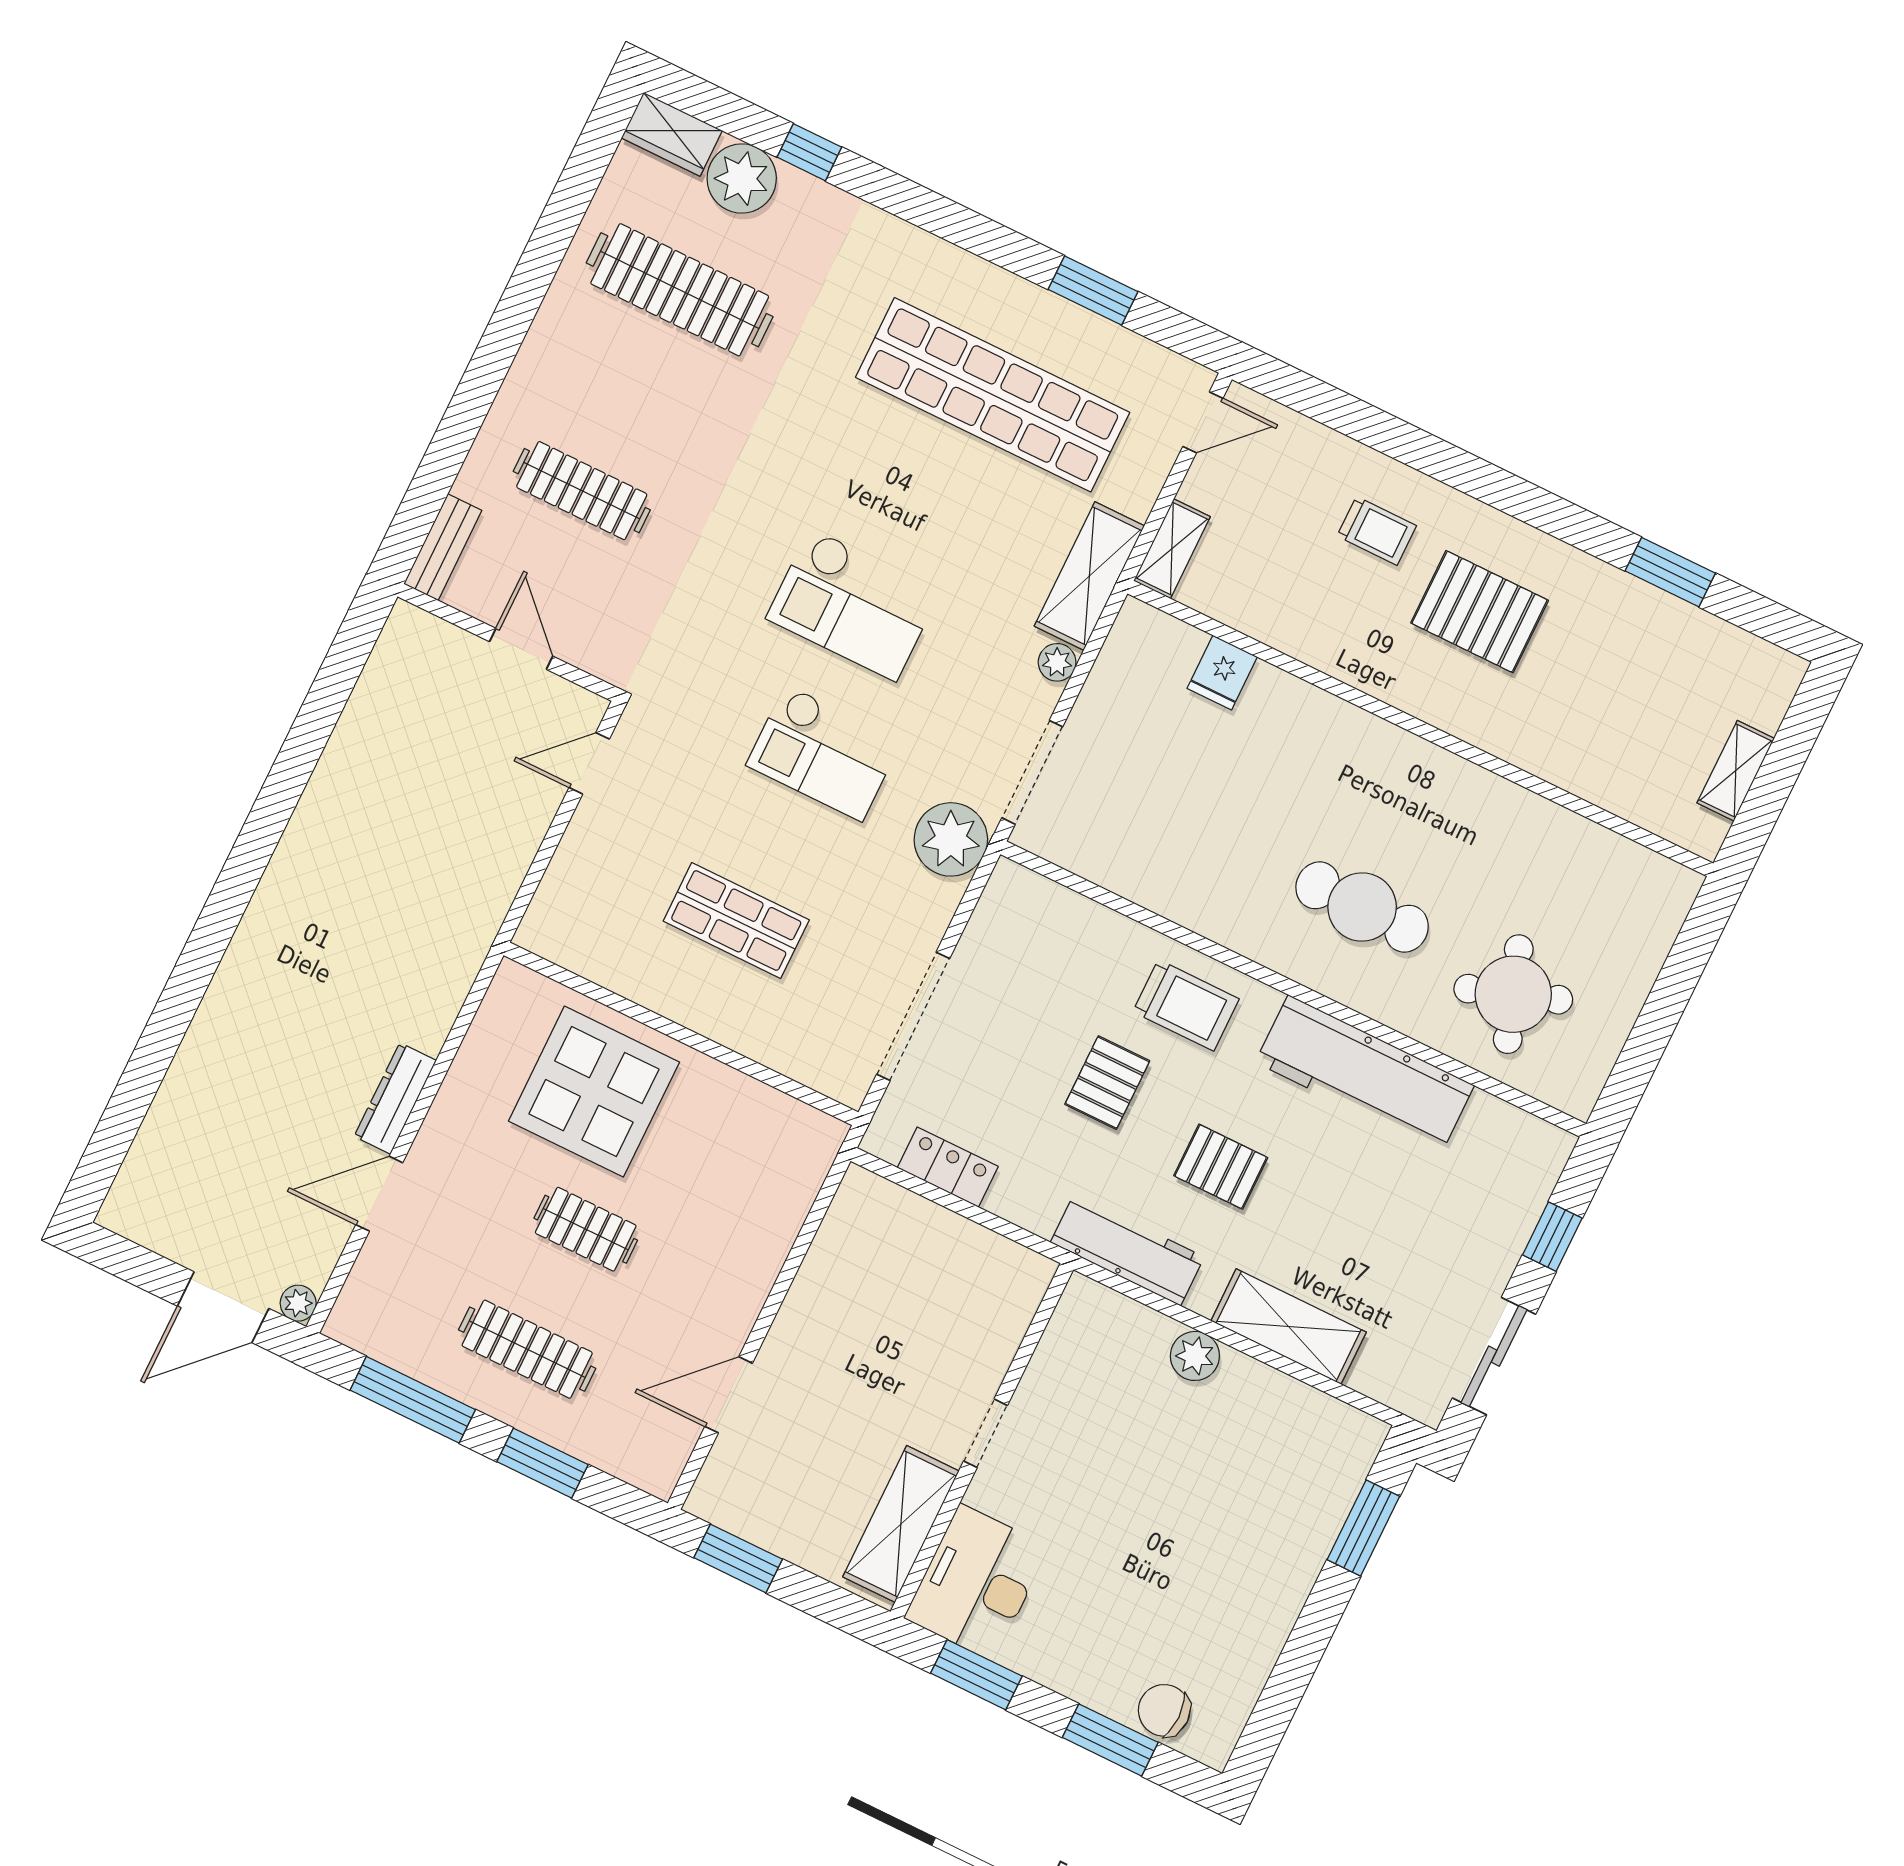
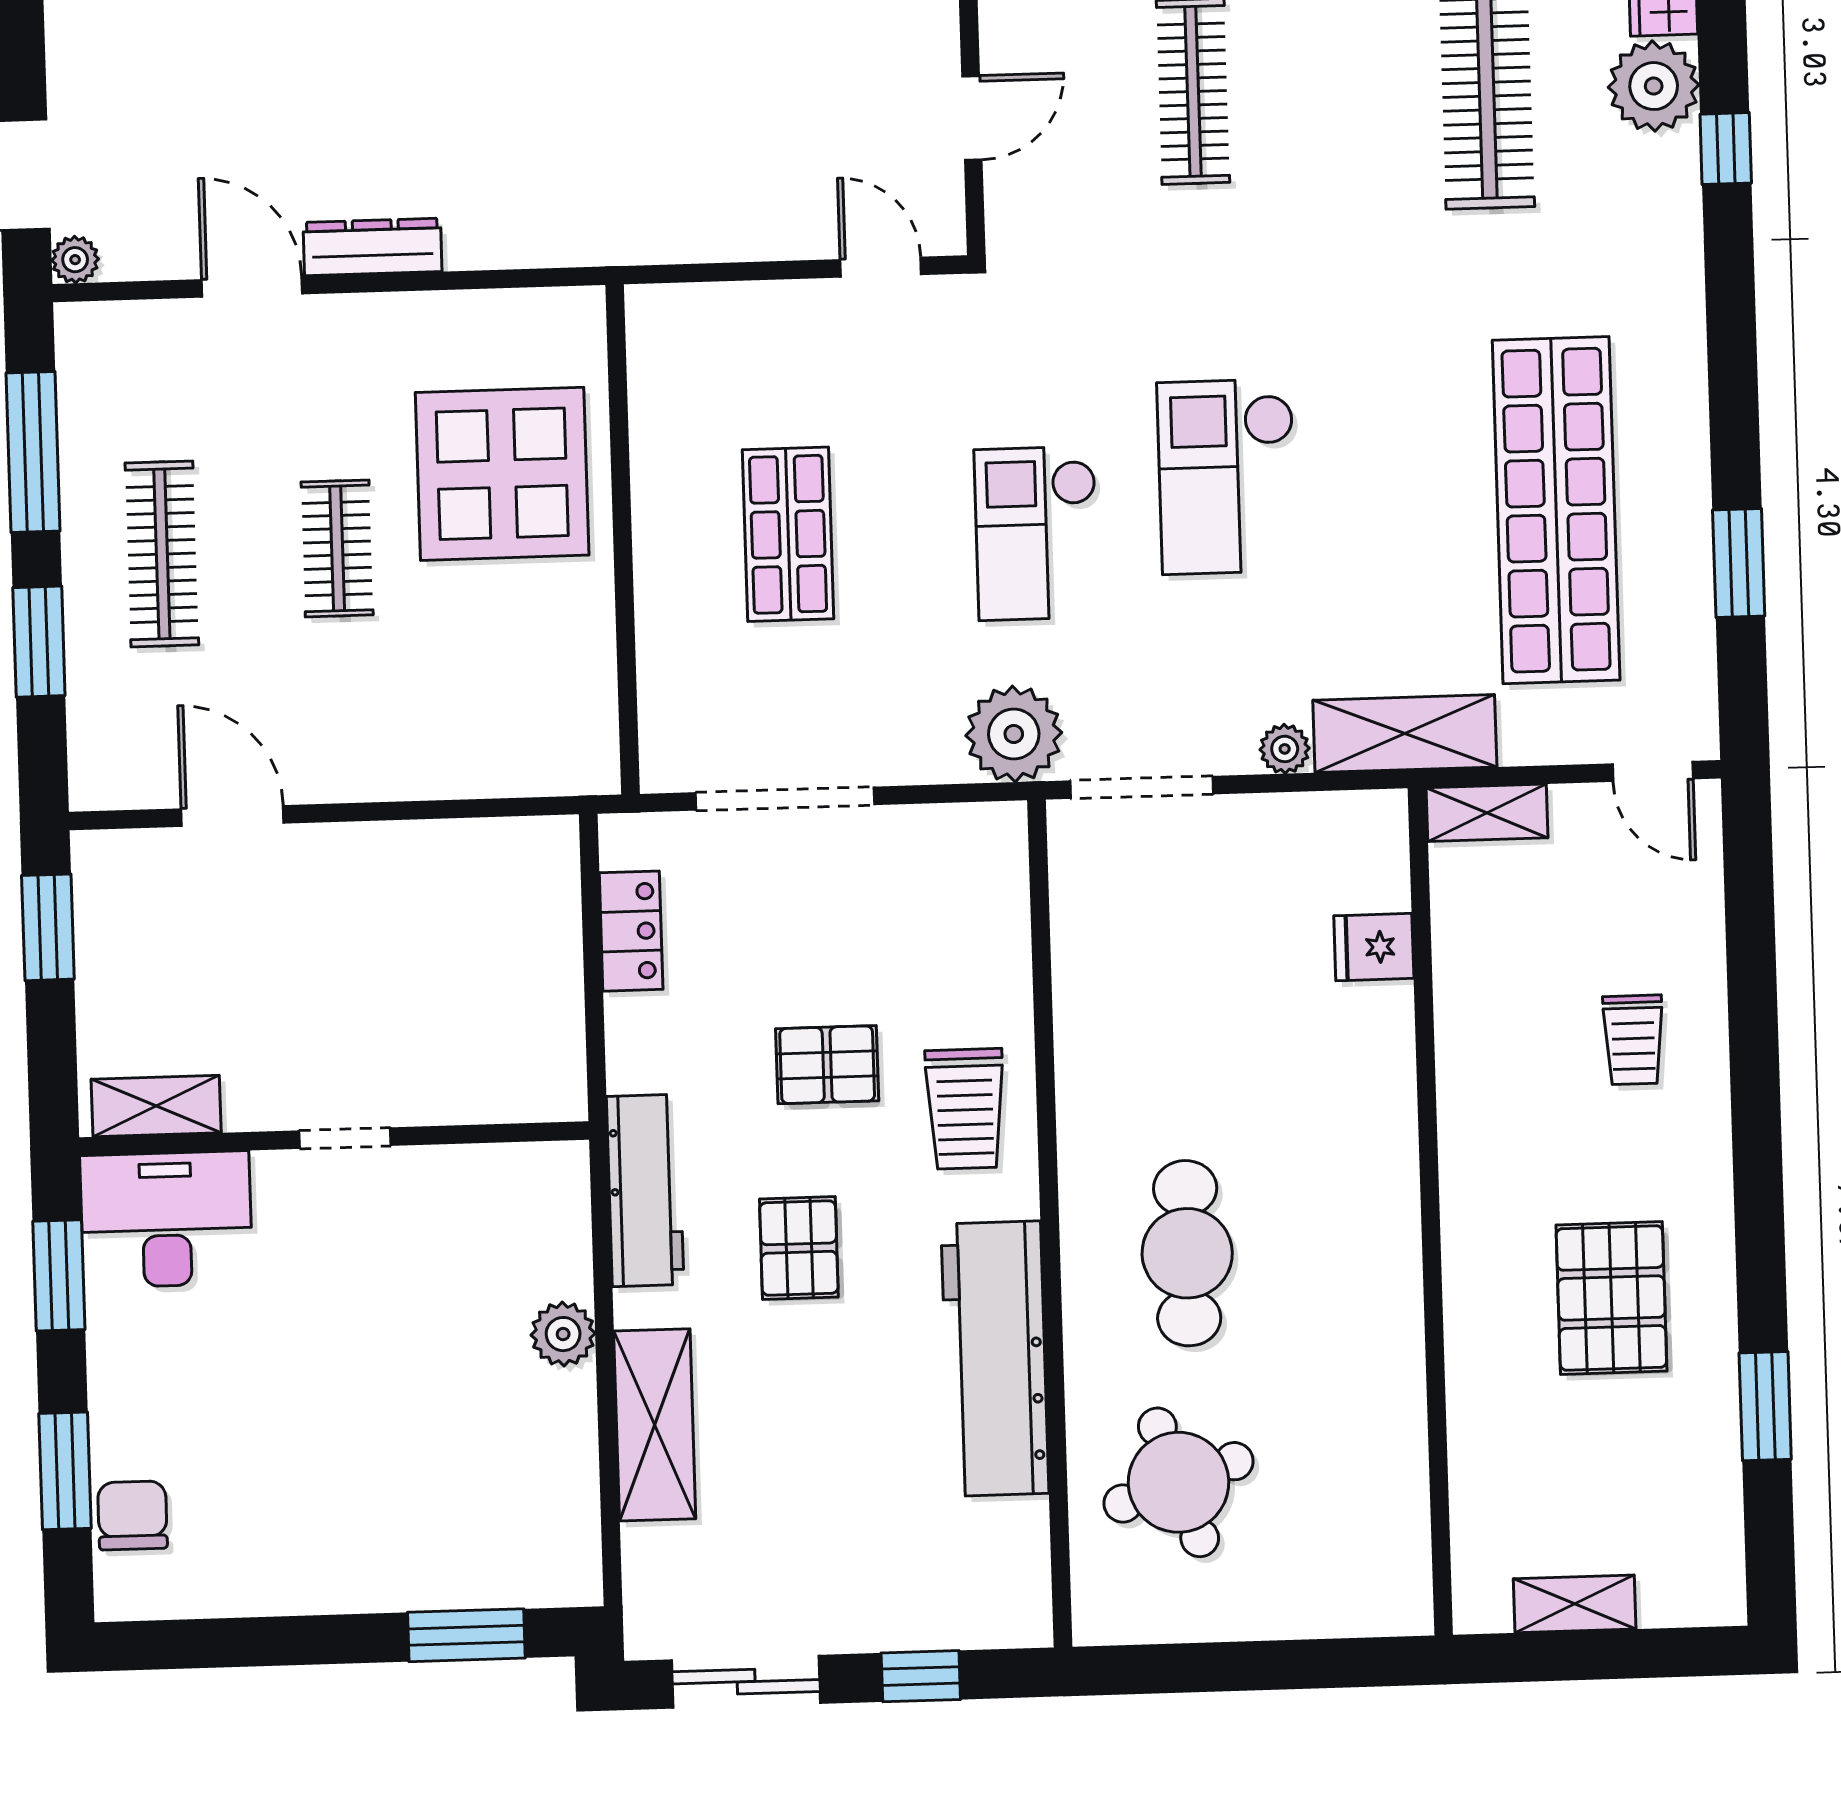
pallet: (1480, 612) -> (1611, 1298), moved
shelving: (901, 1524) -> (156, 1106), width x0.67, depth x0.75

